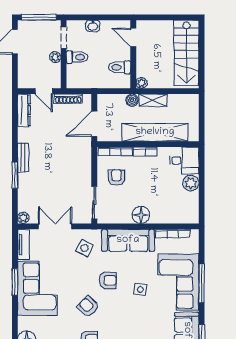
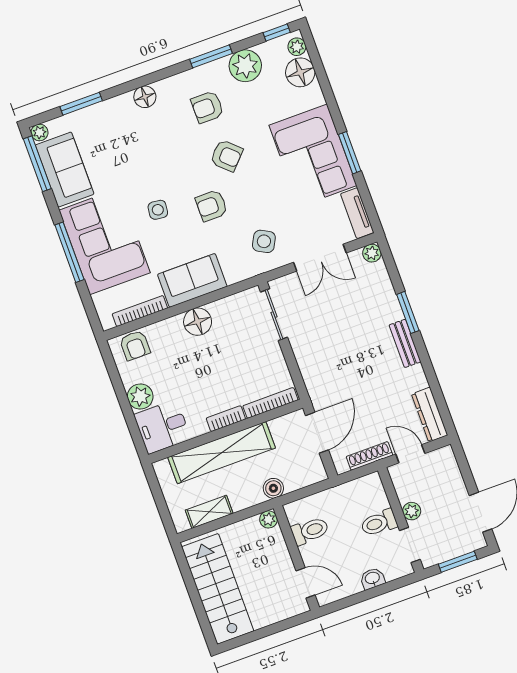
window: (39, 17) -> (458, 562), width x0.69
shelving: (153, 100) -> (209, 512), moved
armchair: (116, 177) -> (135, 345), moved
sofa: (128, 240) -> (192, 280), width x0.73

